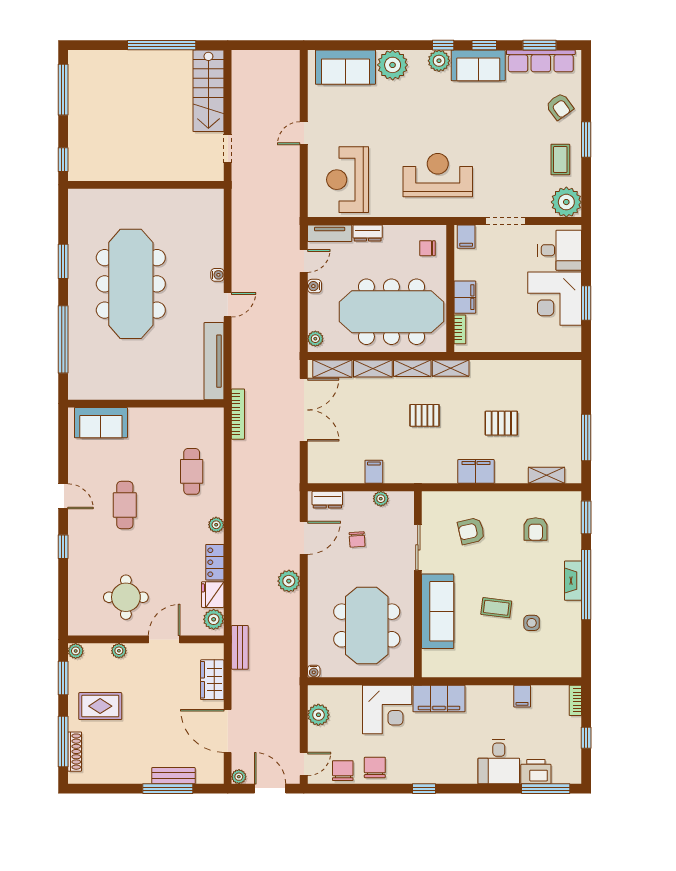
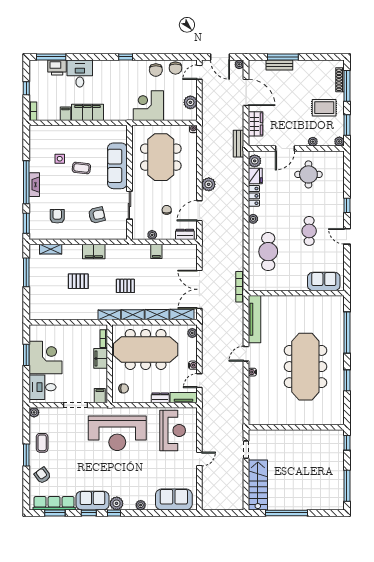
plant: (393, 65) -> (141, 505), width x0.53, depth x0.53
reception desk: (438, 175) -> (117, 433), width x1.36, depth x1.30
plant: (566, 202) -> (34, 412), width x0.53, depth x0.53
cafe table: (192, 471) -> (268, 252), width x1.37, depth x1.35
filing cabinet: (439, 699) -> (87, 112), moved

